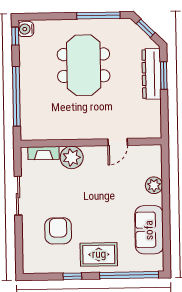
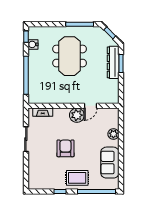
water cooler: (26, 29) -> (33, 44), moved
plant: (72, 157) -> (77, 115), moved
armchair: (58, 231) -> (65, 148), moved

